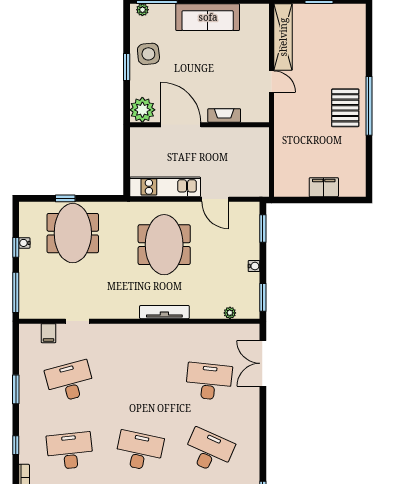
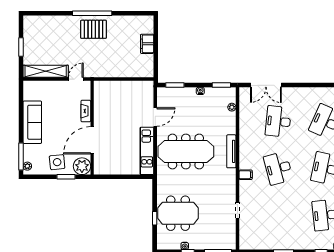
plant: (142, 110) -> (82, 166), moved
fireplace: (224, 115) -> (86, 111), moved
door: (181, 125) -> (92, 140), moved
wall: (199, 125) -> (92, 128), moved
meeting table: (164, 245) -> (186, 152), width x1.36
filing cabinet: (48, 333) -> (246, 175), moved
desk: (70, 382) -> (278, 168), moved

